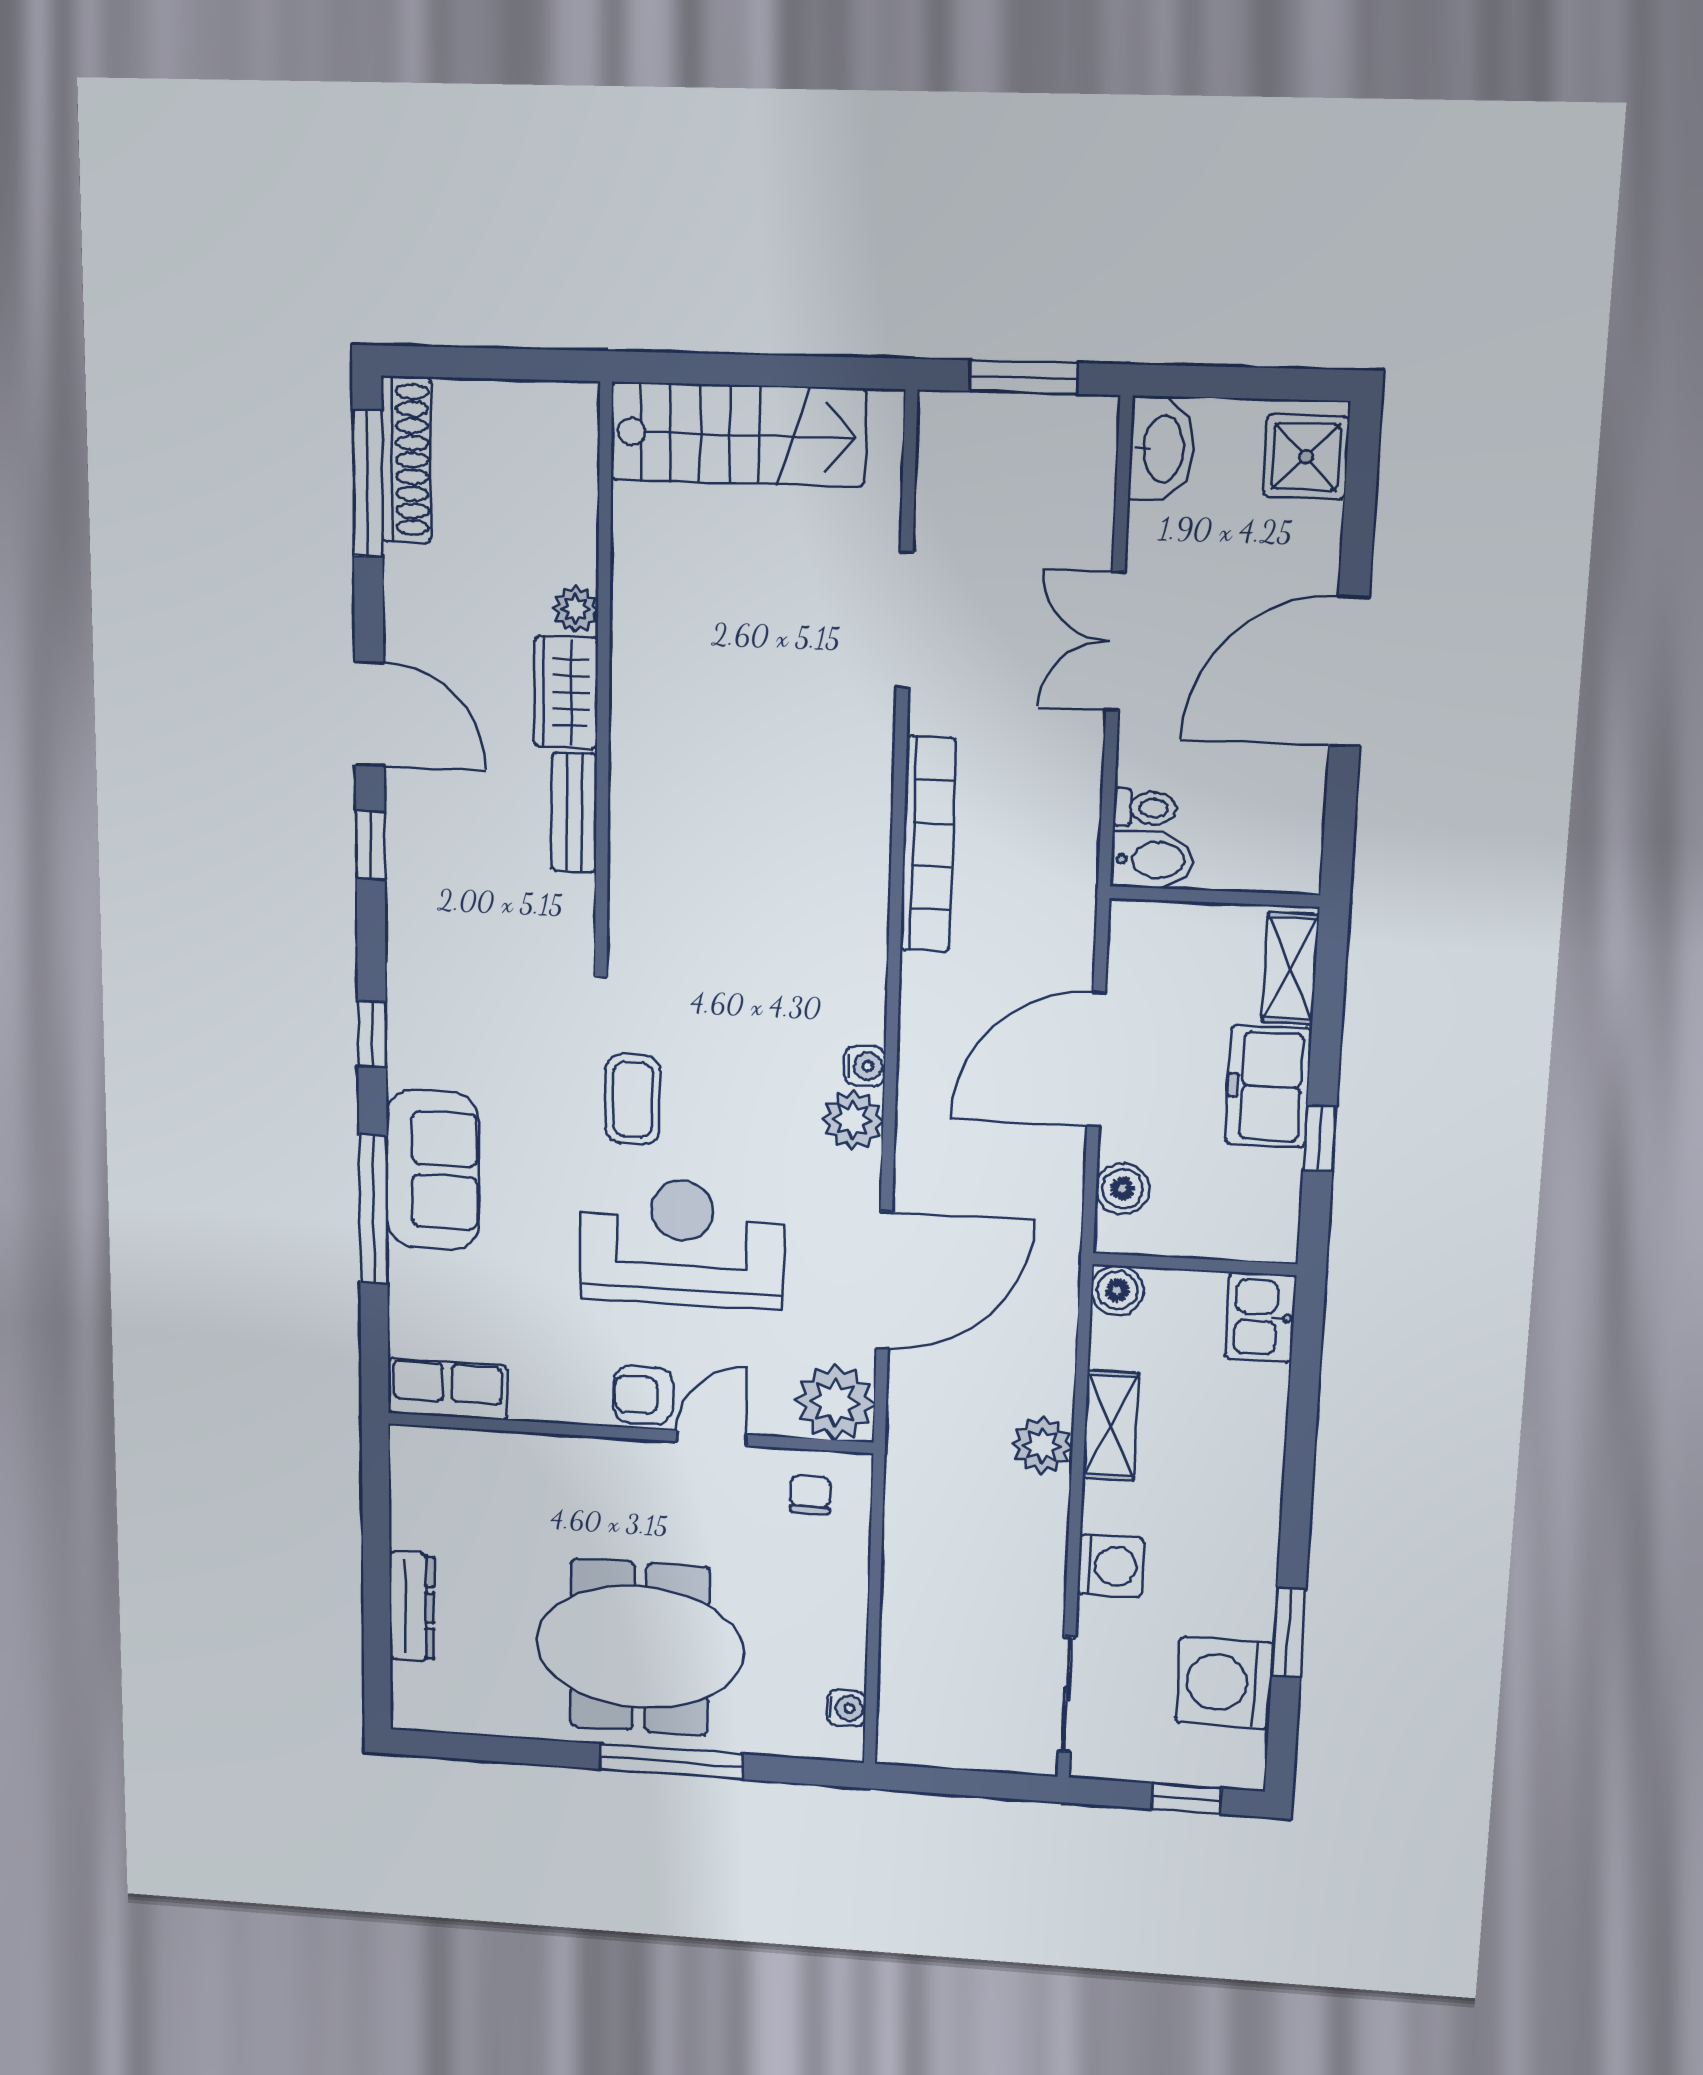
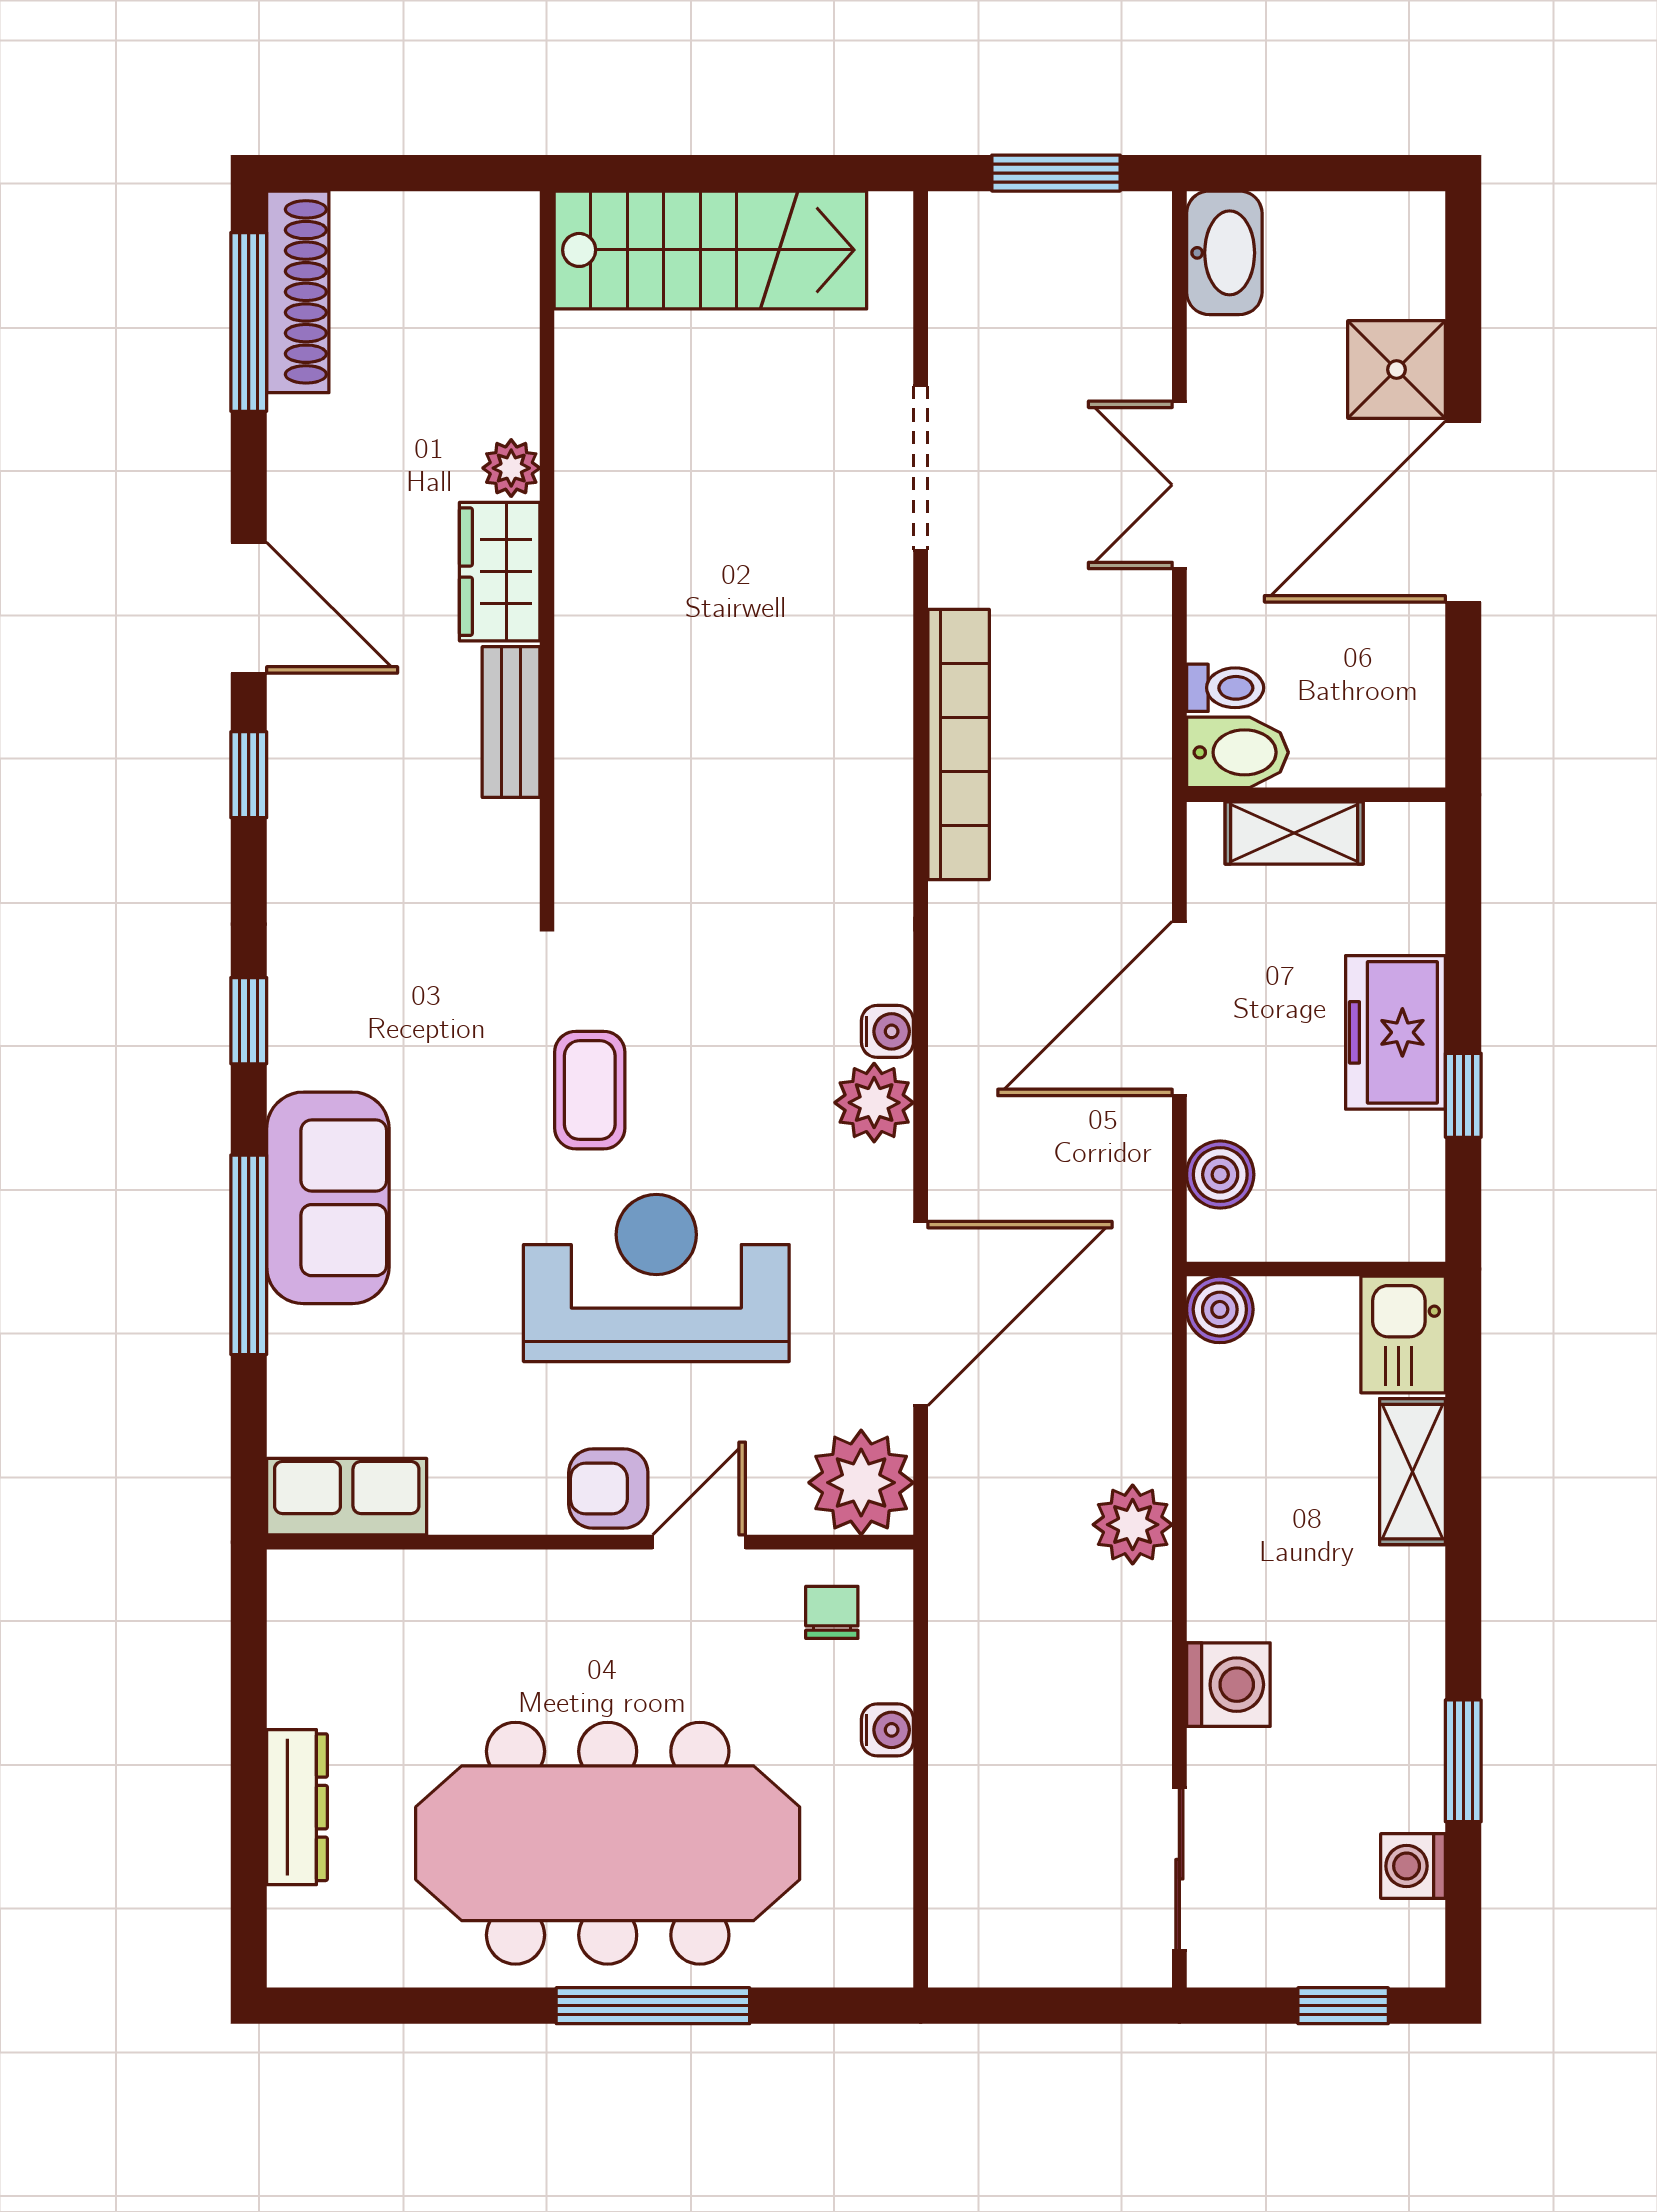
shower: (1306, 457) -> (1397, 370), moved
shelving: (1290, 968) -> (1294, 833), moved, turned 90
shelving: (1110, 1425) -> (1412, 1472), moved
meeting table: (640, 1647) -> (608, 1843), width x1.36
washing machine: (1224, 1683) -> (1413, 1866), width x0.53, depth x0.53
water cooler: (846, 1708) -> (887, 1730), moved

